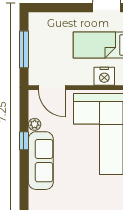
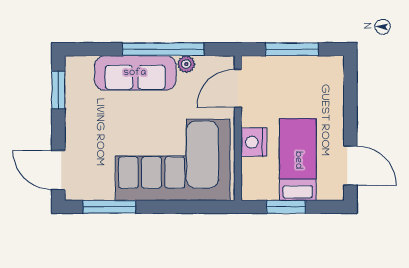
nightstand: (104, 76) -> (254, 142), moved
window: (24, 141) -> (163, 49), width x3.17

